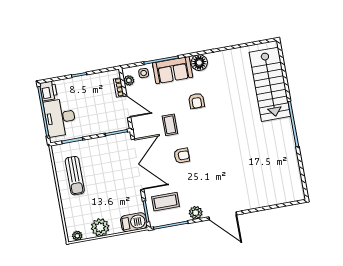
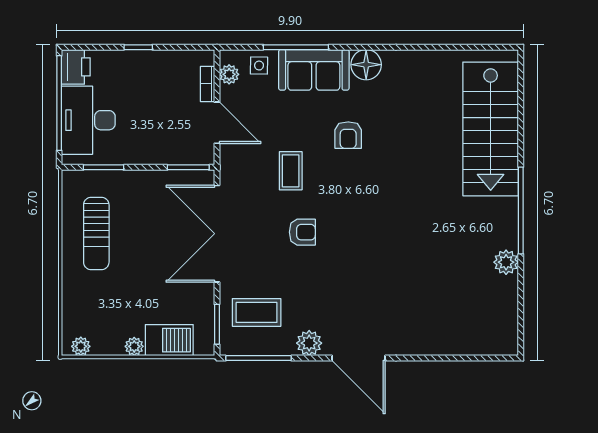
plant: (290, 152) -> (506, 262), added
double door: (137, 164) -> (217, 234), swing flipped
barbecue: (134, 222) -> (169, 340), moved
plant: (100, 227) -> (134, 346), width x0.53, depth x0.53

